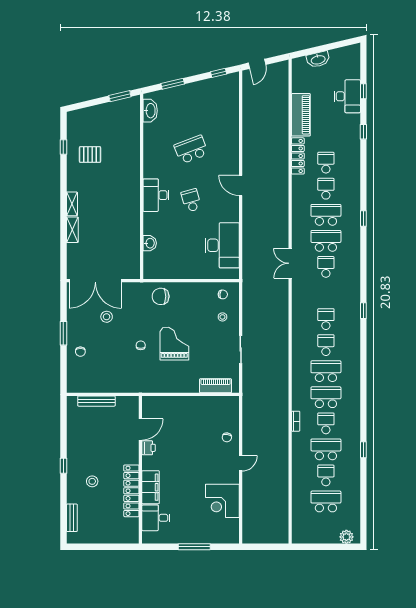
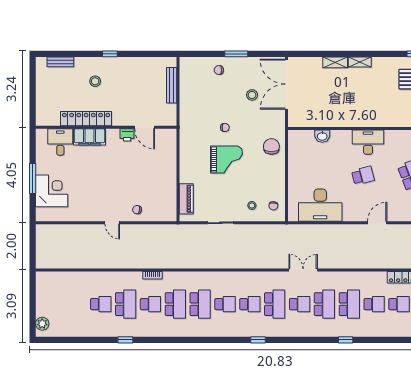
corner desk: (222, 501) -> (52, 191), moved, turned 90
school desk: (326, 501) -> (275, 304), moved

